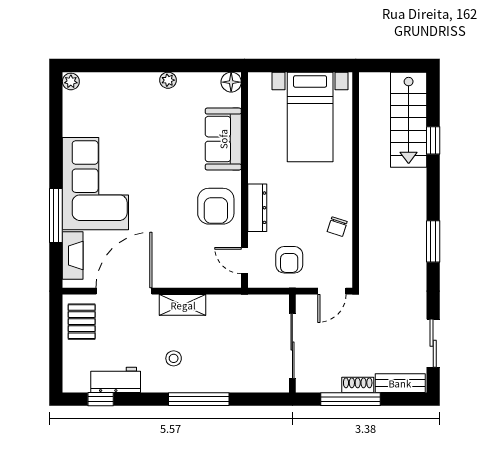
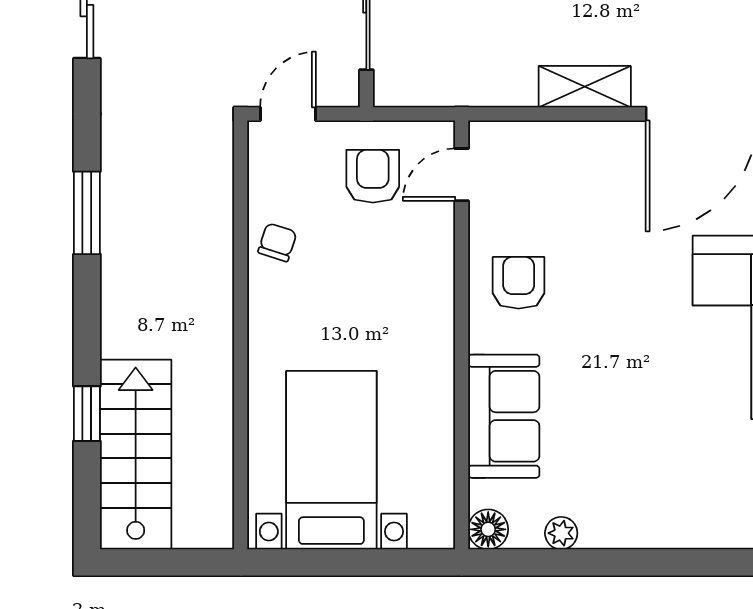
plant: (168, 80) -> (561, 533), moved
armchair: (216, 206) -> (519, 283), width x0.72, depth x0.72
dresser: (257, 208) -> (437, 280), removed
door: (244, 261) -> (462, 175), swing flipped

